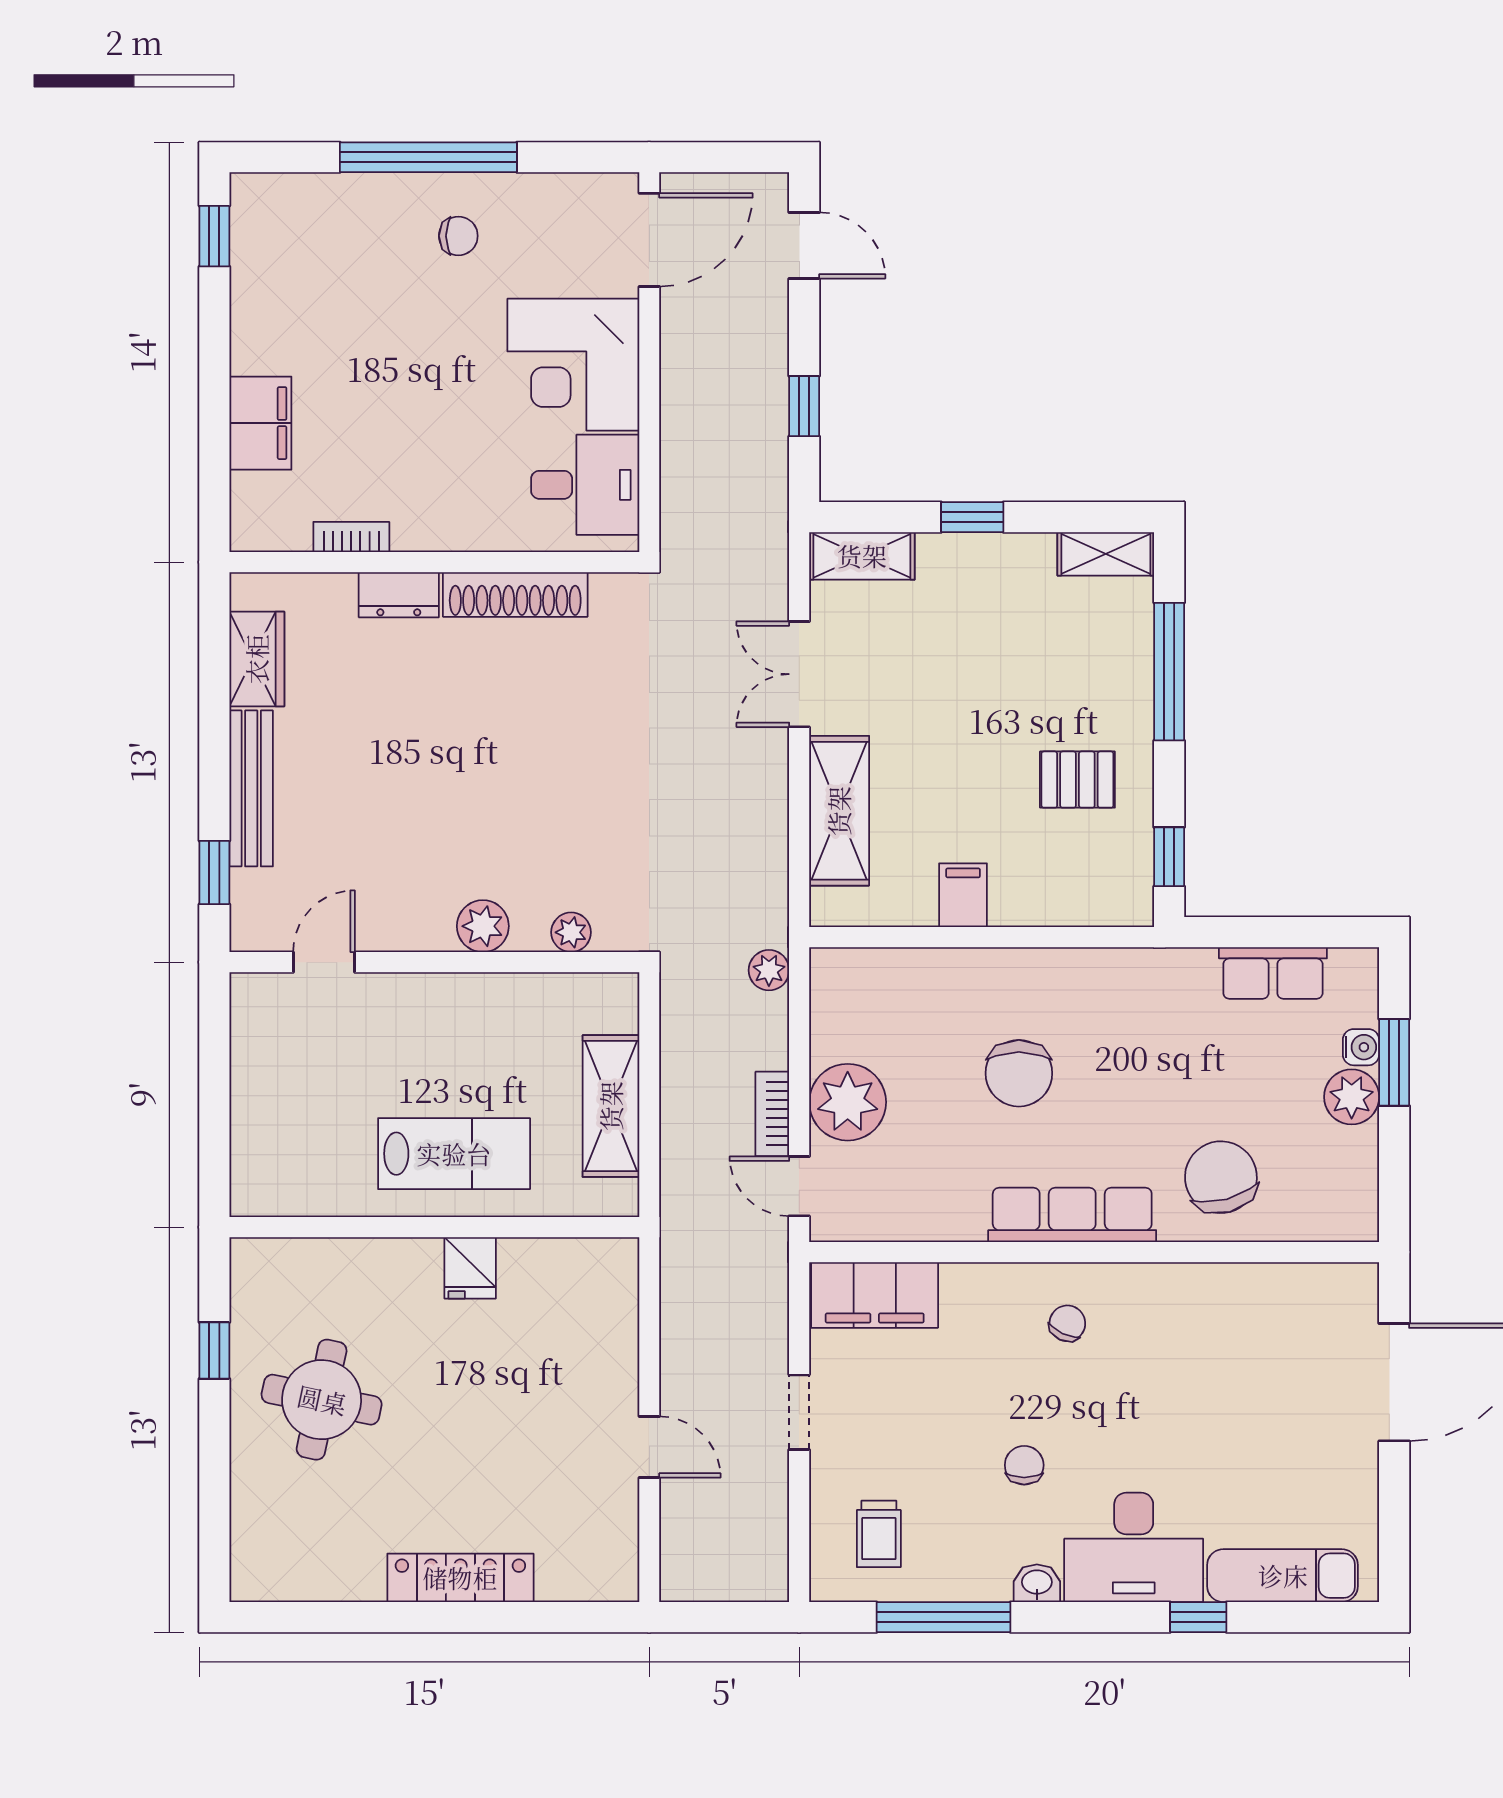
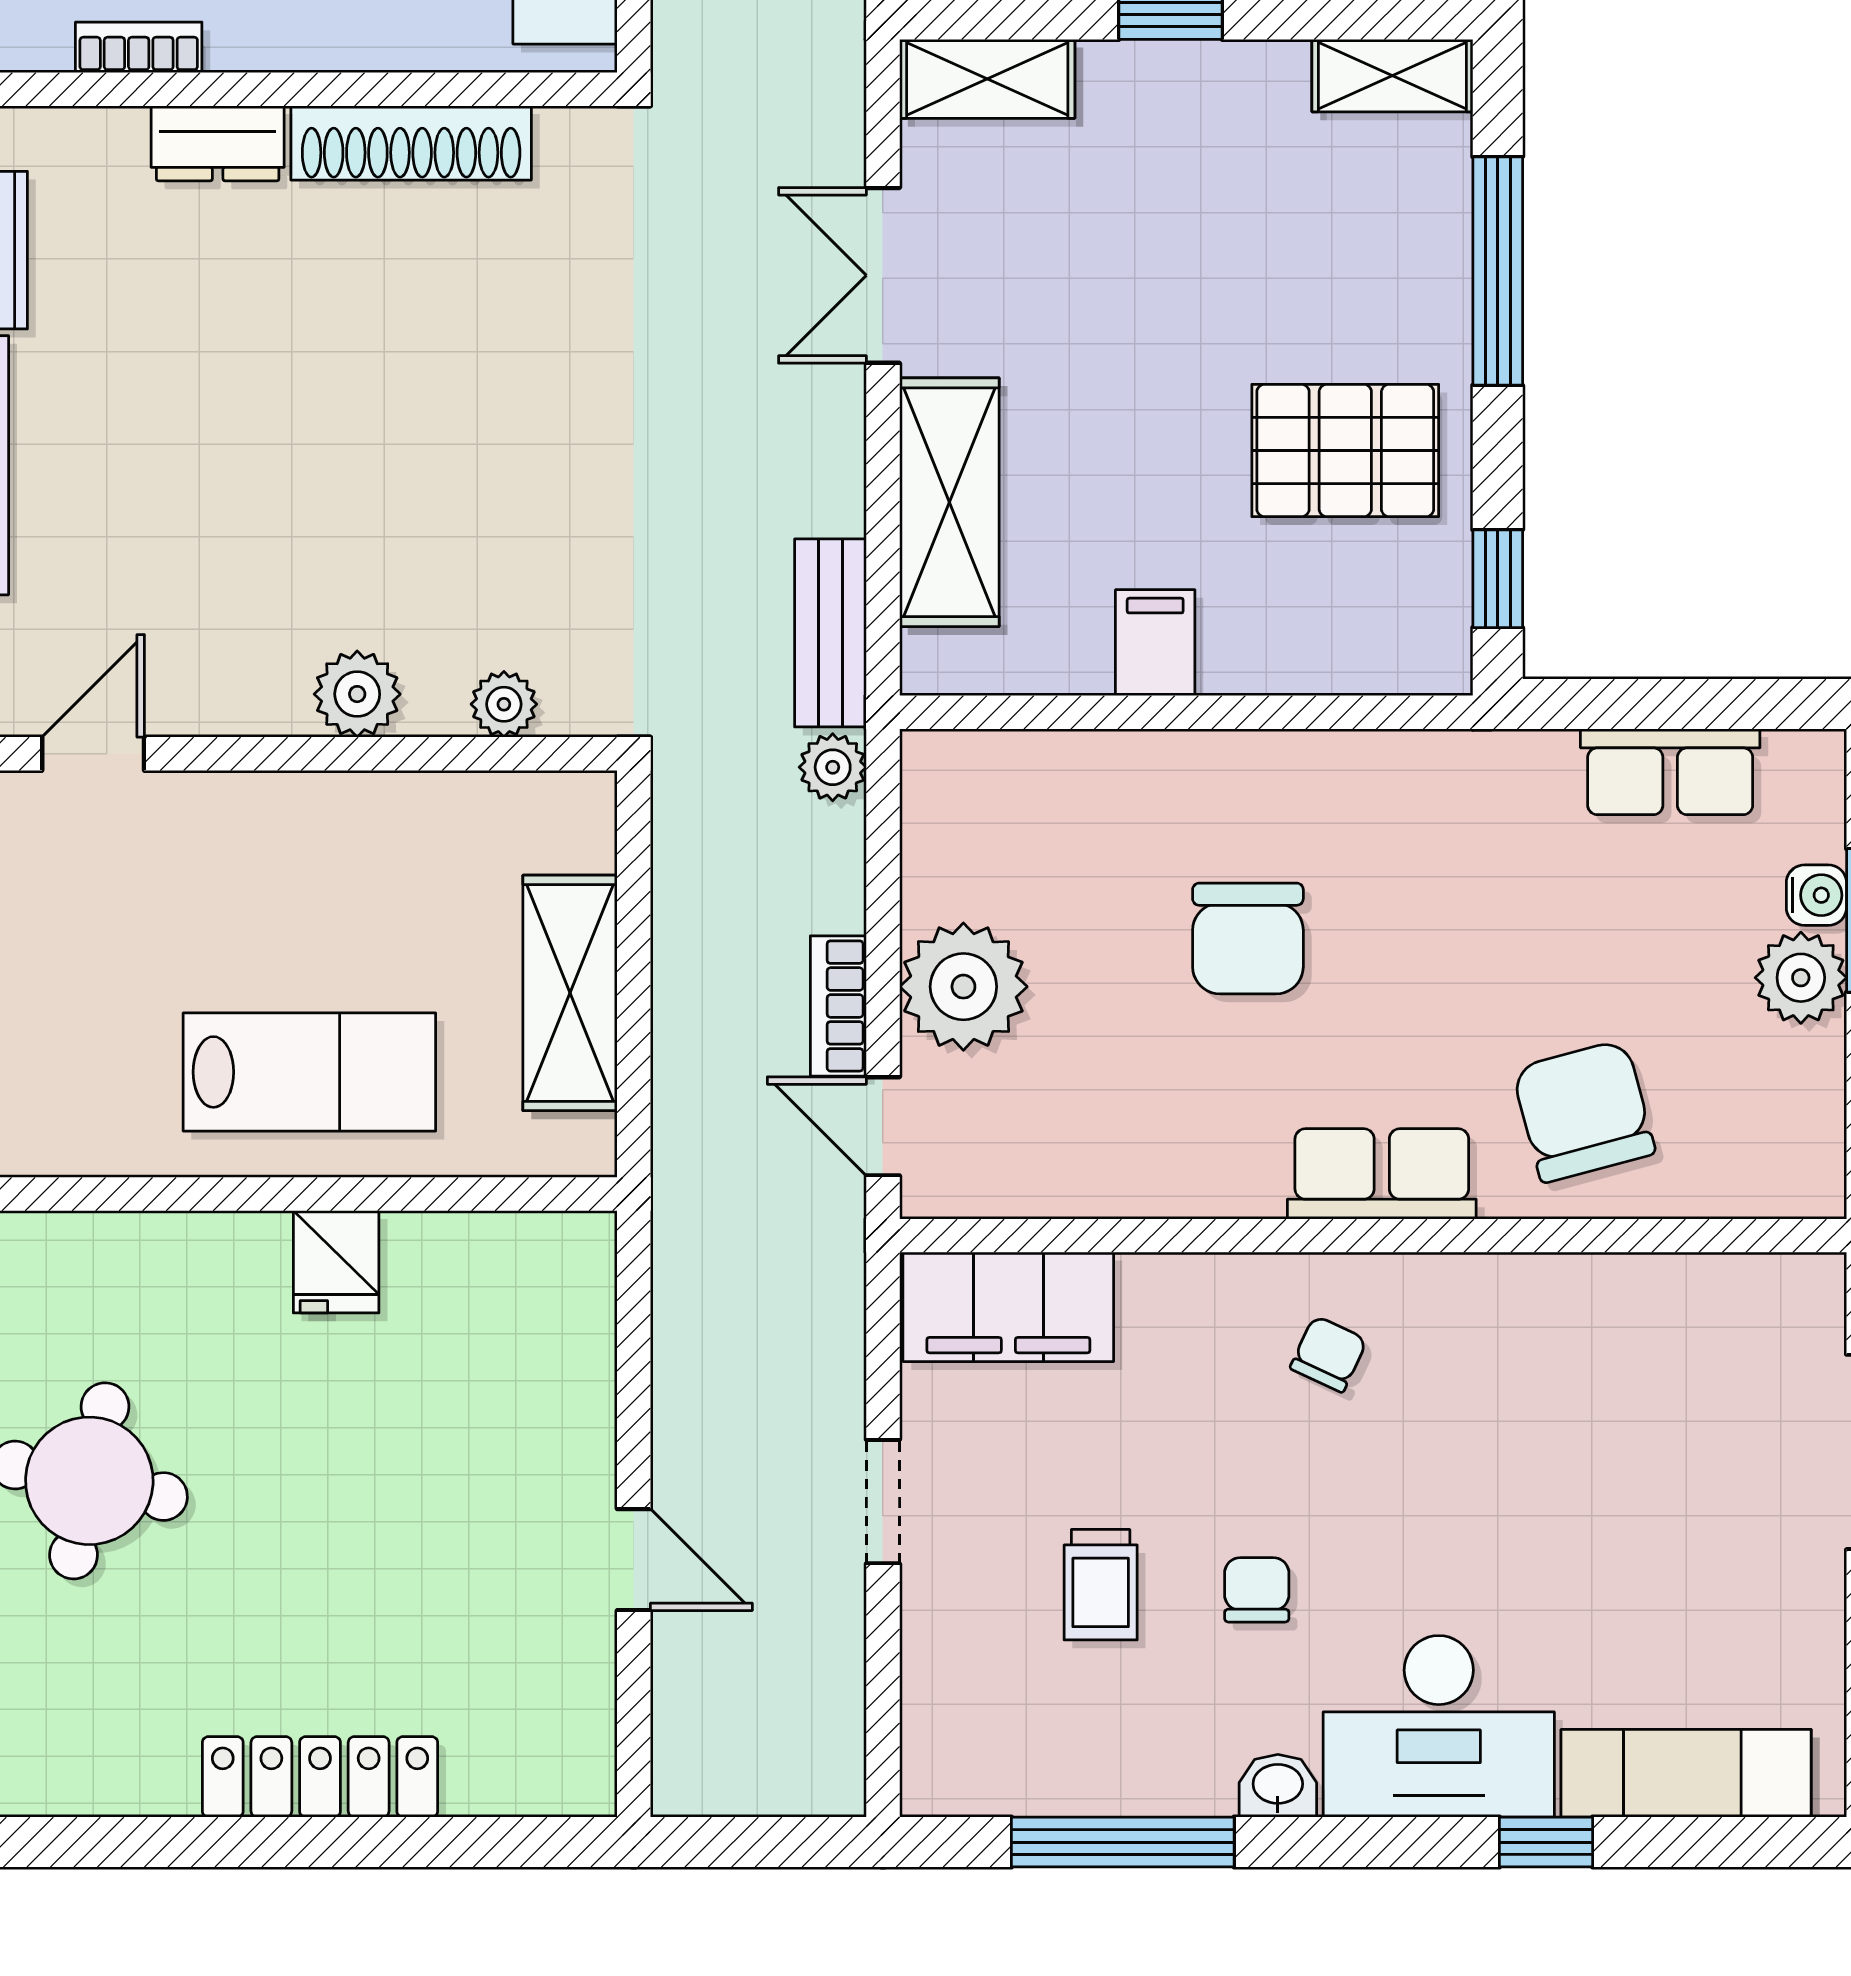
pallet: (1077, 780) -> (1345, 451), width x1.50, depth x1.42
bench: (768, 889) -> (830, 633), added
row of seats: (1072, 1215) -> (1382, 1174), width x0.68
trolley: (879, 1534) -> (1101, 1585), moved

